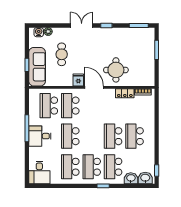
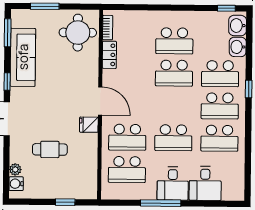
sofa: (37, 67) -> (23, 57), moved, turned 90
round table: (116, 70) -> (78, 33), moved
door: (94, 87) -> (100, 101), swing flipped
desk: (39, 172) -> (205, 183), moved, turned 90

